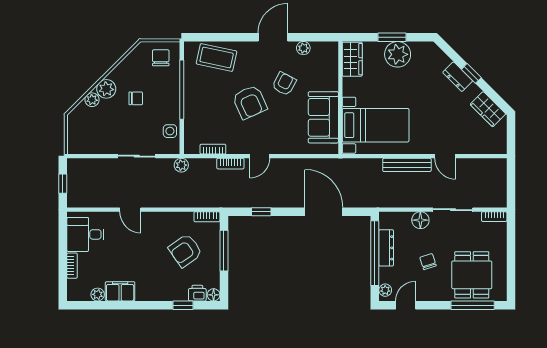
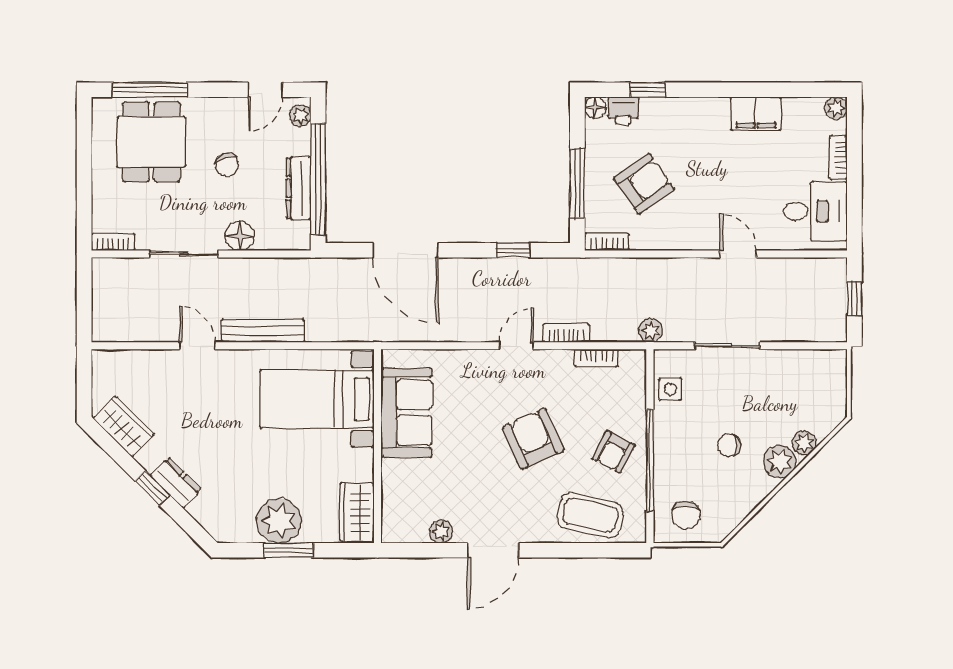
armchair: (284, 84) -> (614, 452), moved
plant: (98, 294) -> (836, 108), moved

